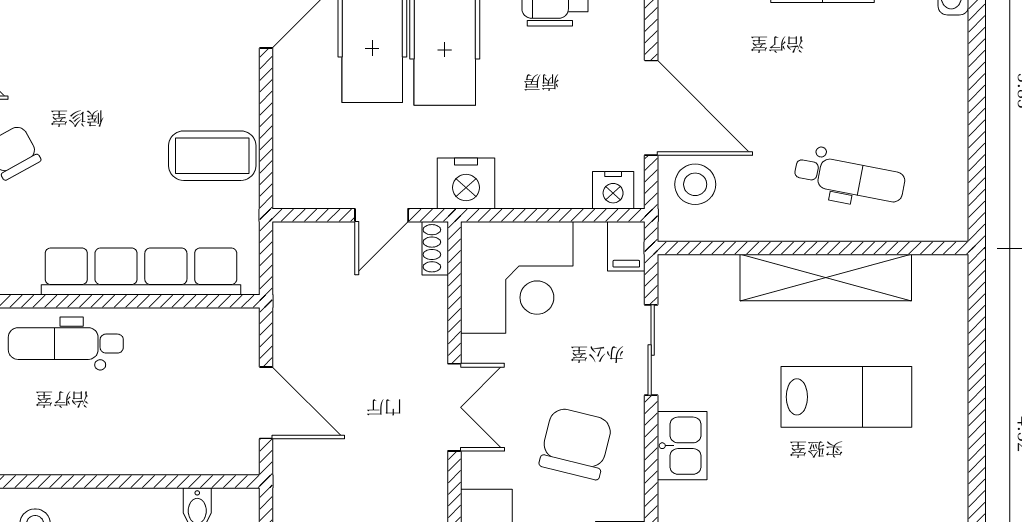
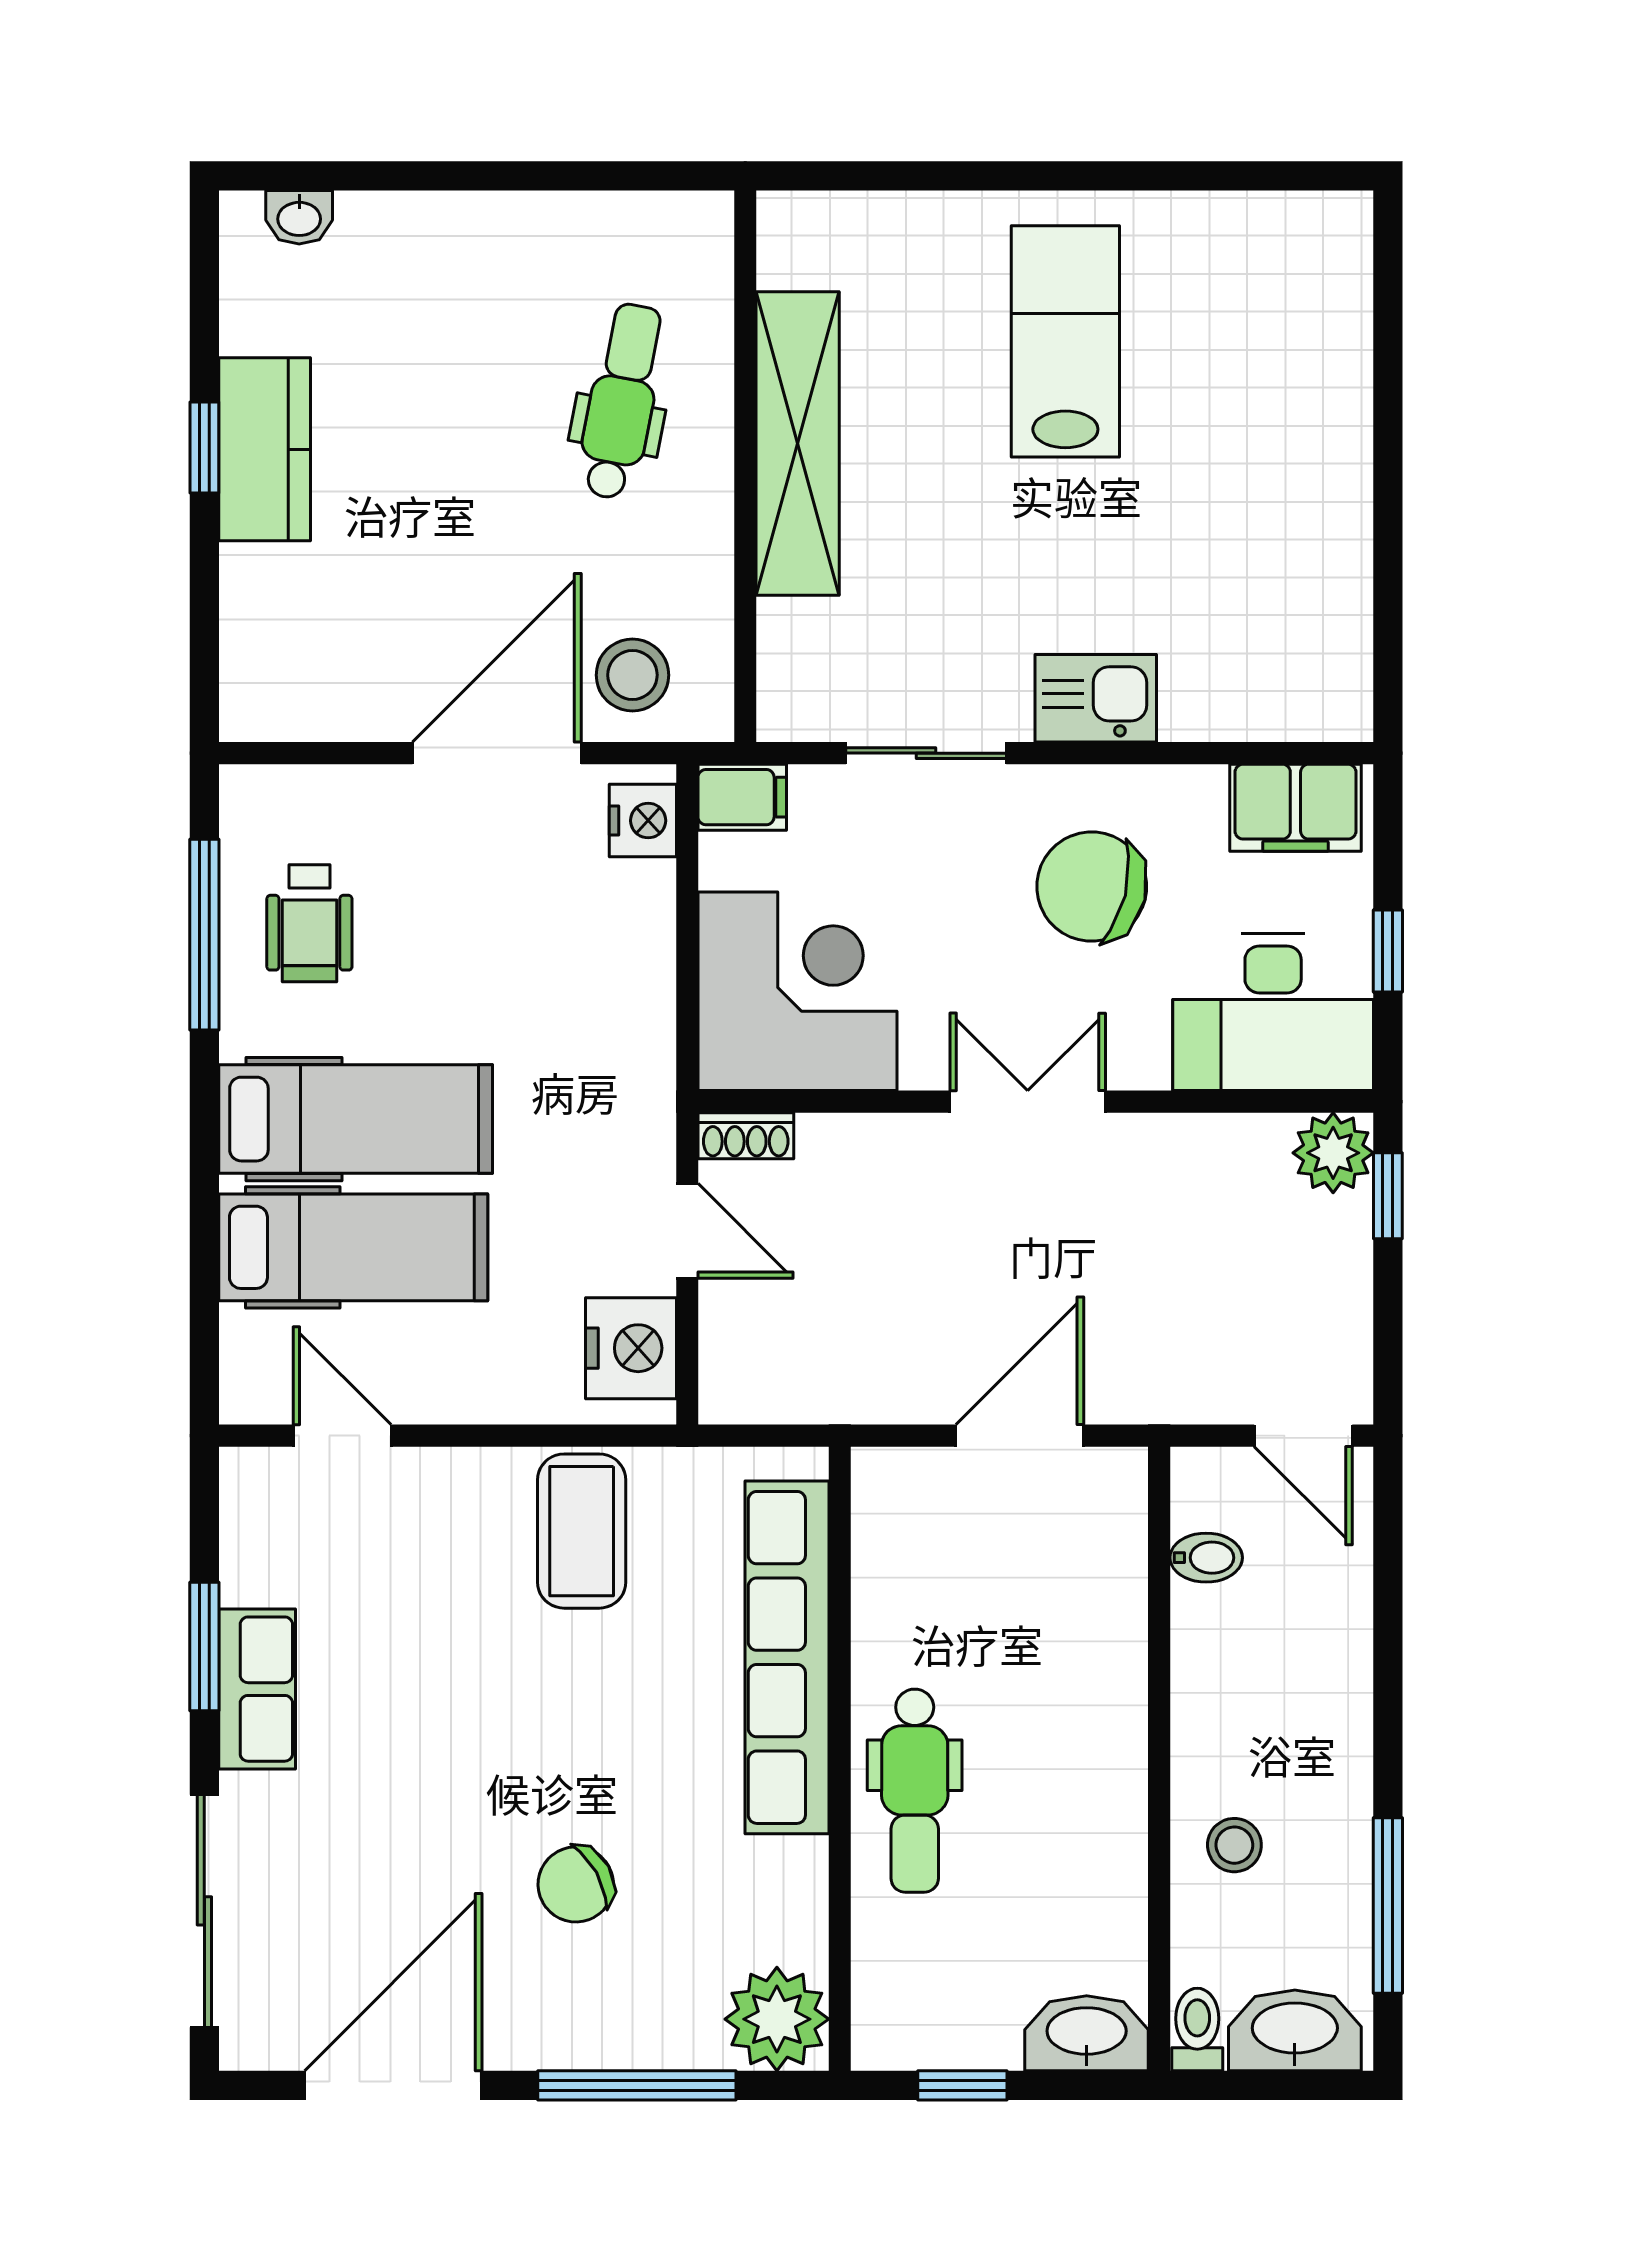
nightstand: (466, 183) -> (631, 1348), moved
lab bench: (846, 397) -> (1065, 341), moved

